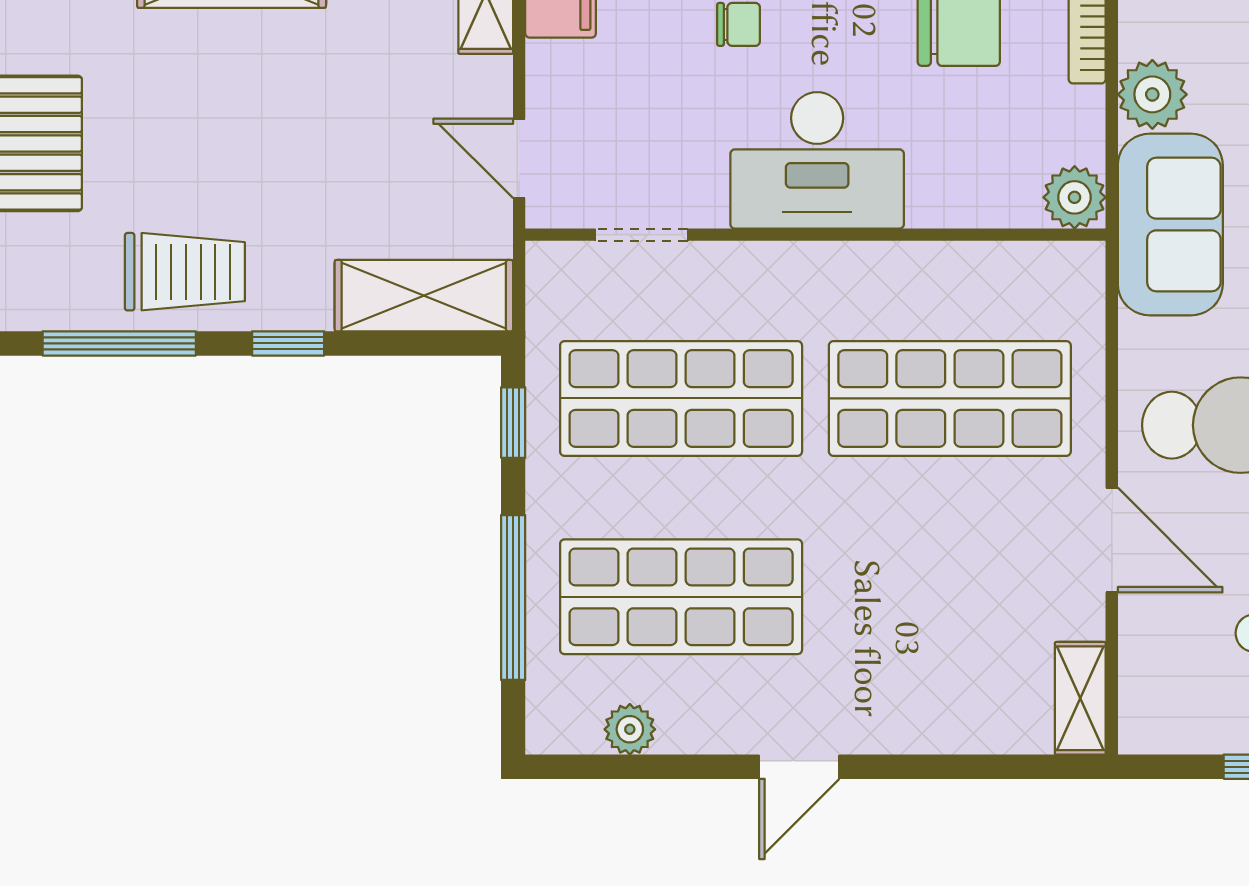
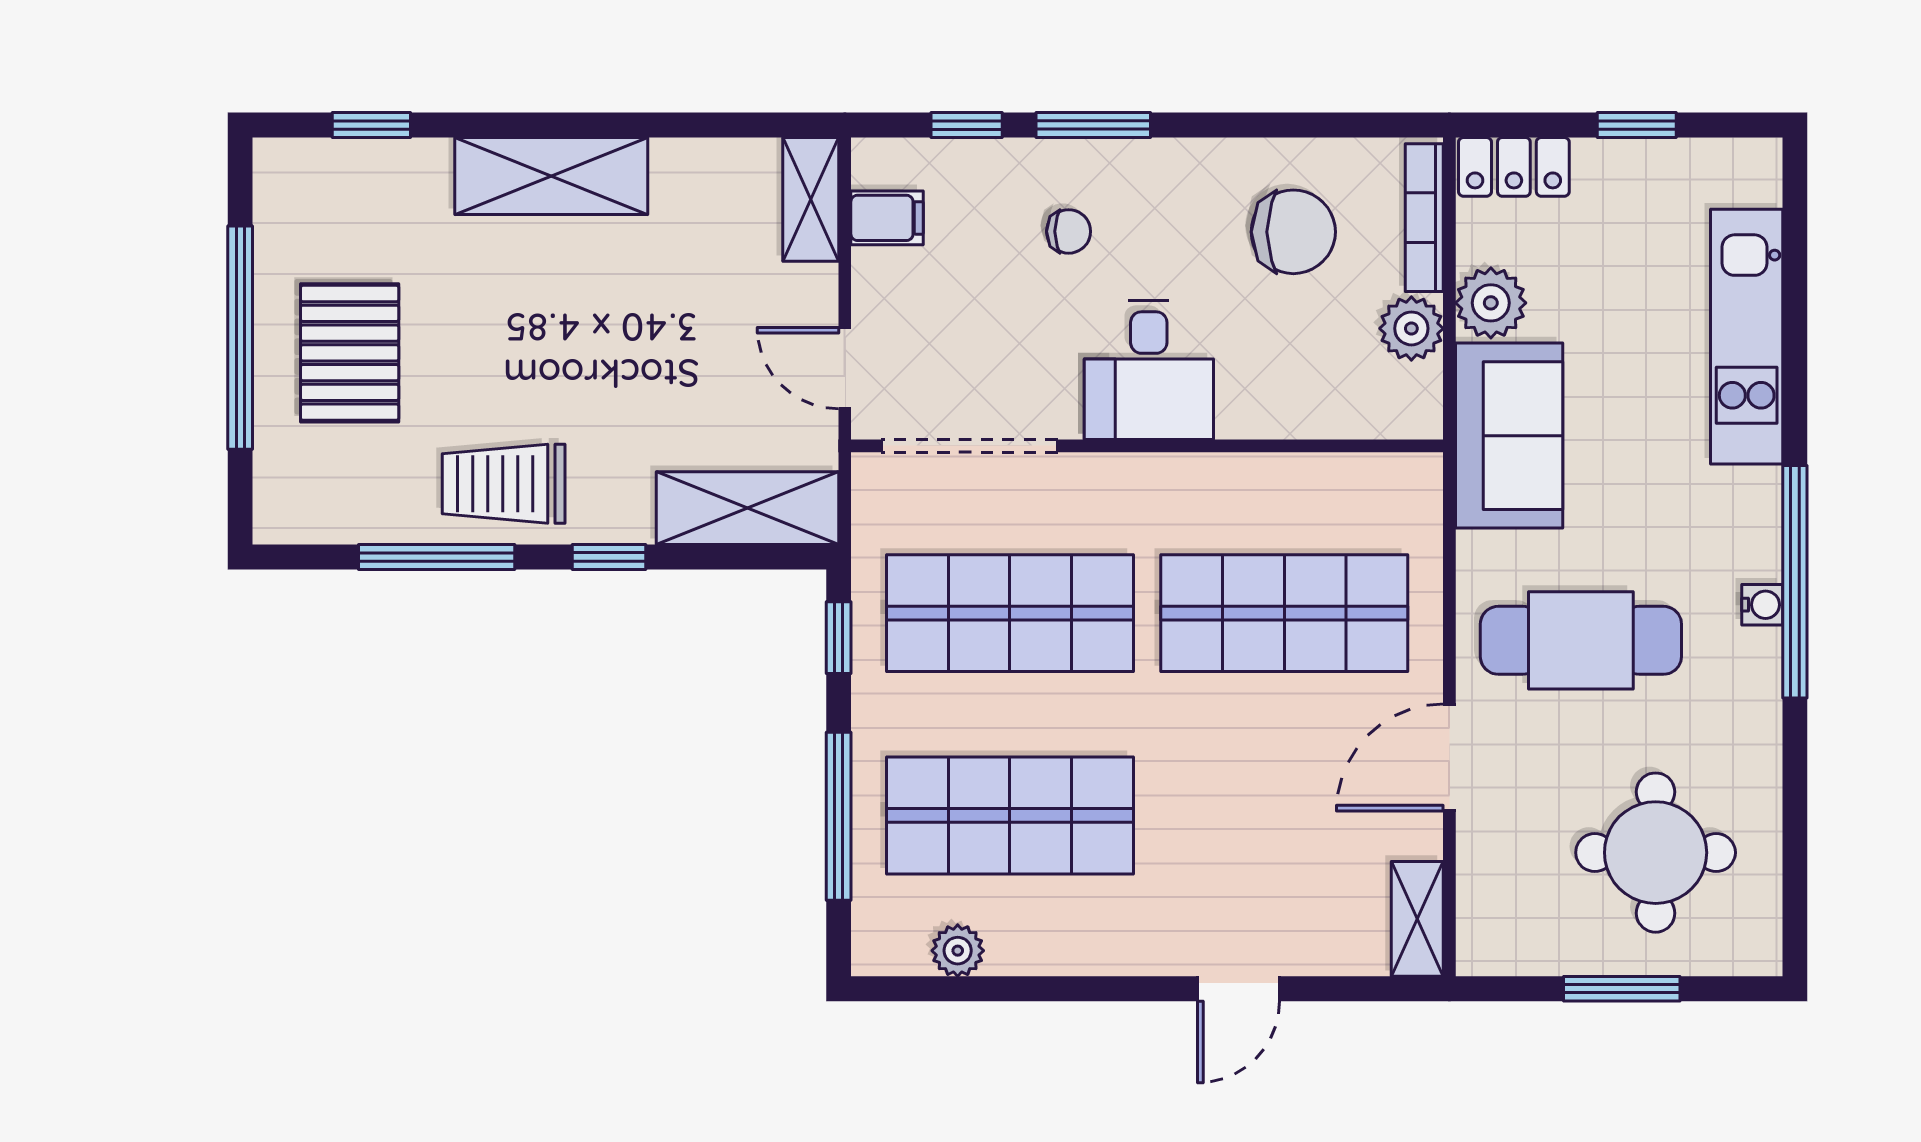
desk: (817, 160) -> (1149, 370), width x0.73
plant: (1075, 197) -> (1411, 328), moved
doorway: (641, 235) -> (970, 446), width x1.88
trolley: (185, 272) -> (504, 484), turned 180
door: (1112, 540) -> (1449, 758), swing flipped
door: (799, 767) -> (1238, 989), moved

